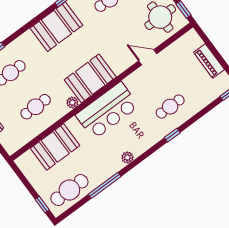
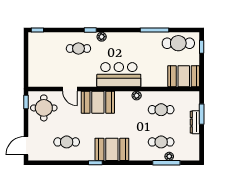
piano: (209, 61) -> (34, 59), removed
booth: (90, 78) -> (98, 102), moved
booth: (55, 147) -> (184, 76), moved
plant: (127, 157) -> (102, 37), moved

